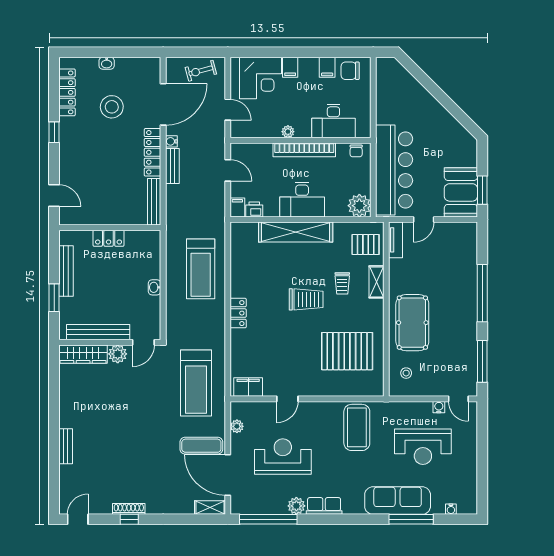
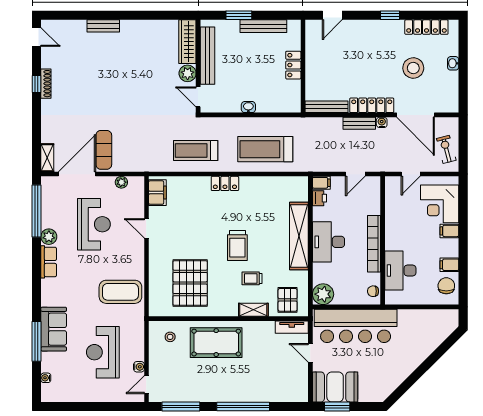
plant: (288, 132) -> (391, 229), removed
treadmill: (196, 383) -> (196, 151), moved, width x0.73, depth x0.73
sofa: (398, 501) -> (54, 329), width x0.73

